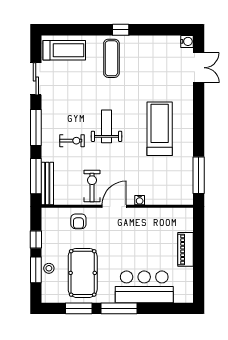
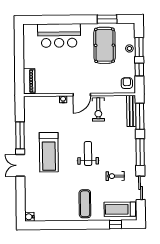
window: (121, 30) -> (116, 224), moved
double door: (199, 68) -> (20, 165), moved
weight bench: (107, 126) -> (88, 154), turned 180
exercise bike: (72, 141) -> (115, 176), moved
window: (199, 175) -> (20, 135), moved
armchair: (78, 221) -> (127, 83), moved
piano: (185, 249) -> (29, 81), moved
window: (119, 308) -> (78, 19), removed

